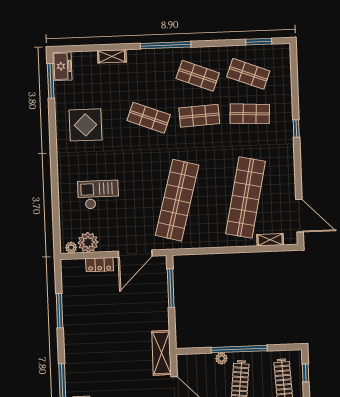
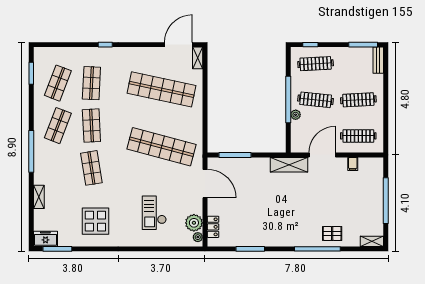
shop shelf: (149, 118) -> (91, 168), turned -30
shelving: (270, 240) -> (198, 58), moved
locker: (100, 265) -> (213, 227), moved

